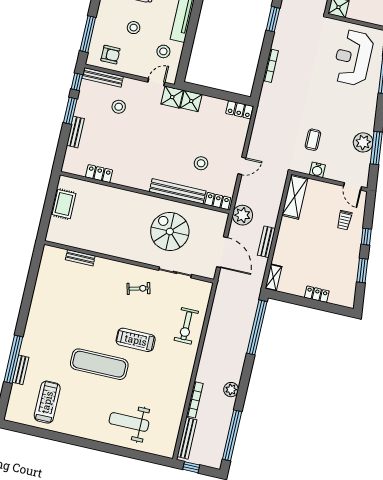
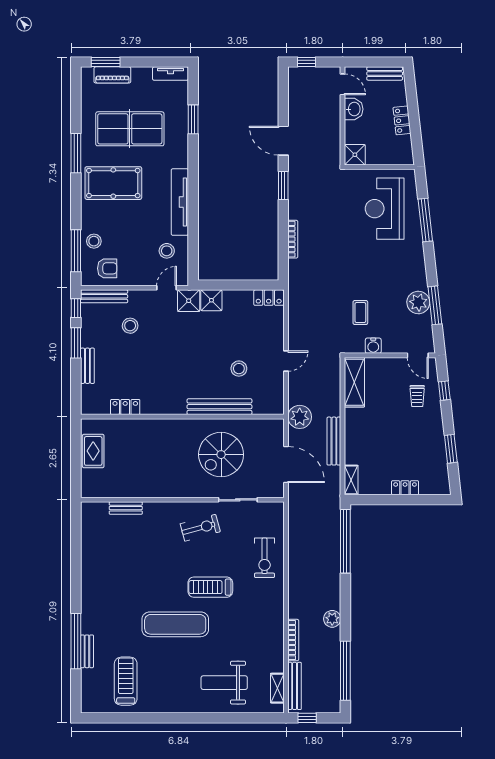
stool: (134, 28) -> (94, 241), moved
locker: (218, 201) -> (268, 407), removed
spiral stairs: (170, 231) -> (221, 455), turned -90
window: (366, 237) -> (444, 391), moved
bench: (266, 242) -> (334, 441), width x1.36
exercise bike: (139, 288) -> (200, 528), width x1.38, depth x1.39
shelving: (172, 437) -> (277, 688), added

